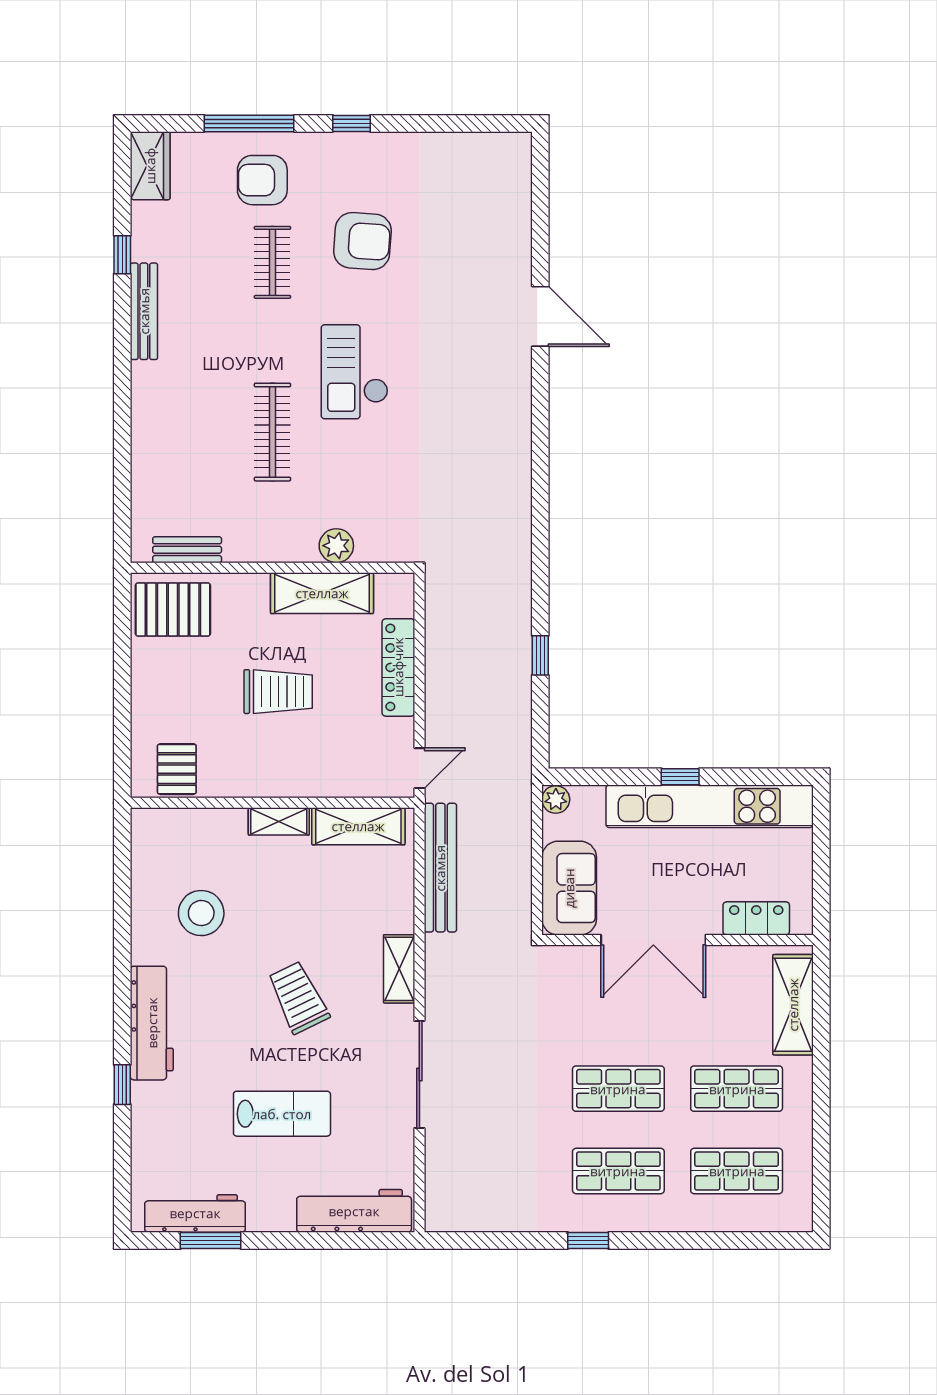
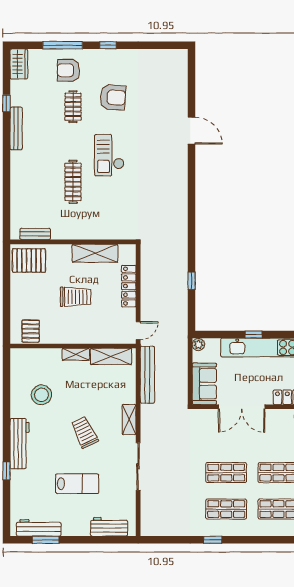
plant: (336, 546) -> (101, 232), removed
workbench: (354, 1211) -> (109, 527), width x0.73

